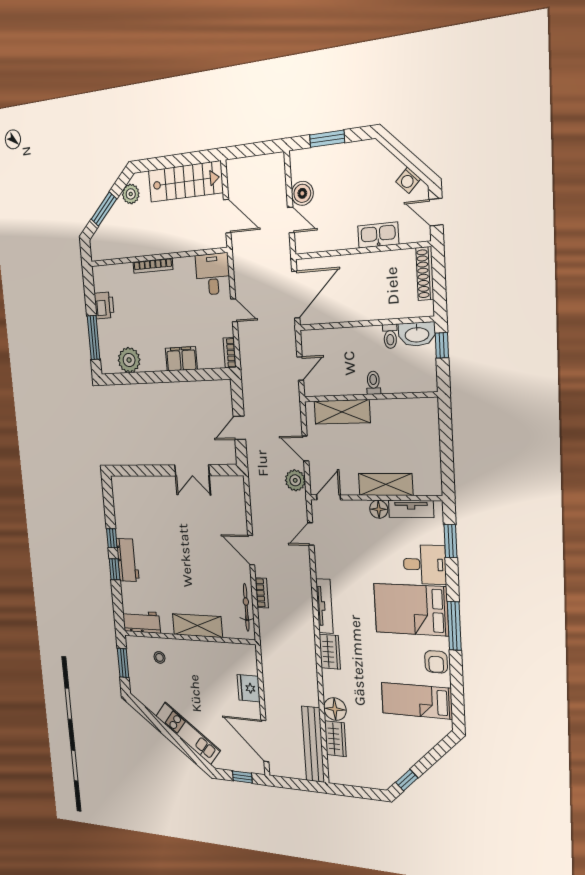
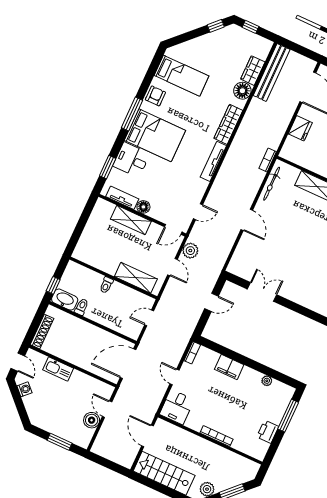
plant: (129, 360) -> (267, 381), width x0.53, depth x0.53
bookcase: (262, 593) -> (268, 160), moved
wardrobe: (330, 652) -> (228, 124), width x1.50
window: (365, 793) -> (251, 27), added

